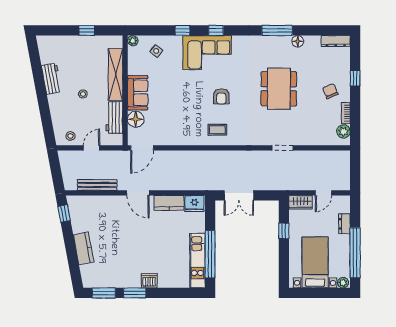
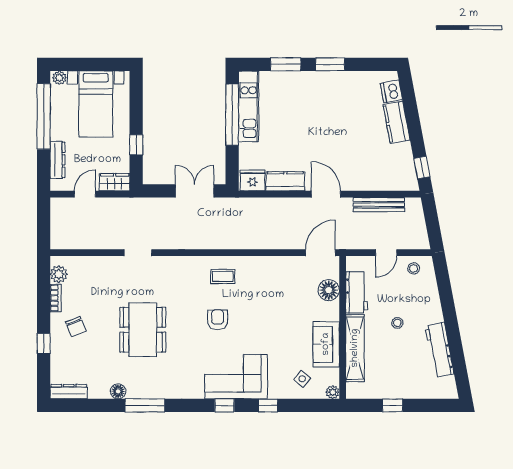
workbench: (52, 79) -> (440, 350), width x1.38
sofa: (138, 93) -> (326, 344), moved
dresser: (344, 224) -> (57, 160), width x1.44
dishwasher: (149, 281) -> (391, 91), moved, turned 79
window: (104, 293) -> (286, 64), moved

